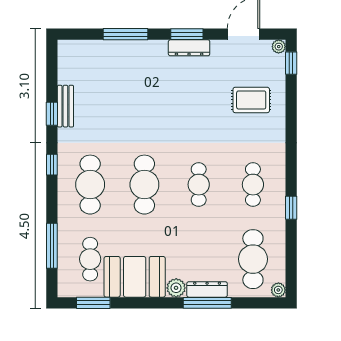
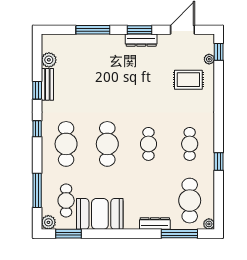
plant: (279, 47) -> (209, 59), moved
plant: (67, 74) -> (49, 60), added
plant: (176, 288) -> (48, 222), moved
window: (207, 303) -> (179, 234), moved

